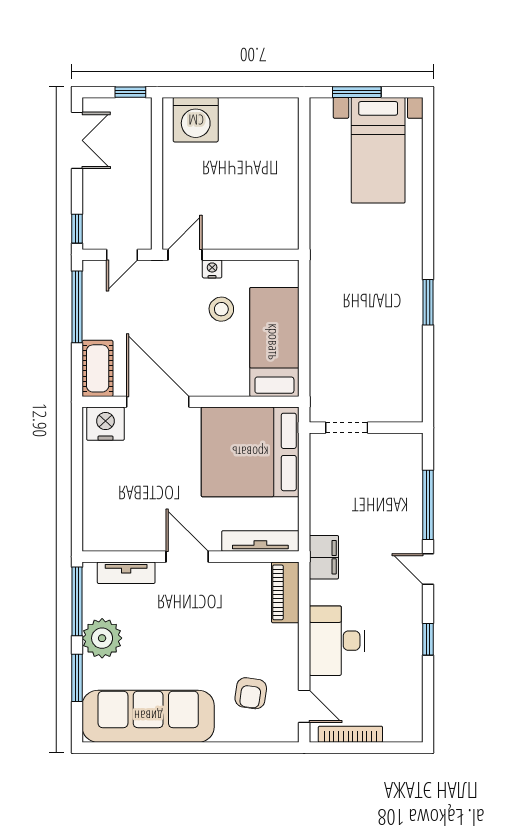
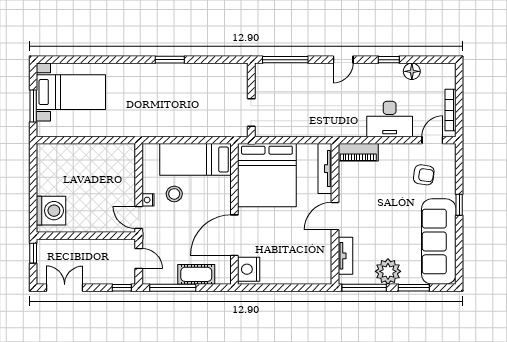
cot: (98, 368) -> (196, 274), moved
window: (428, 505) -> (285, 60), moved
filing cabinet: (324, 557) -> (335, 127), removed
floor lamp: (410, 675) -> (412, 71), added
window: (205, 748) -> (459, 205), added

